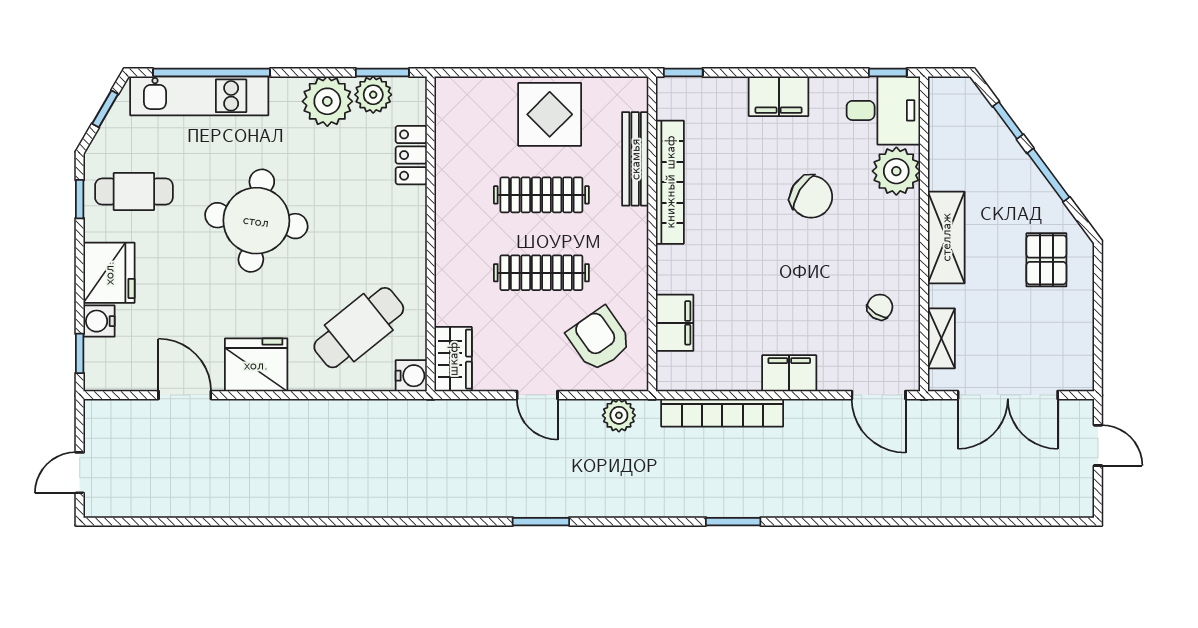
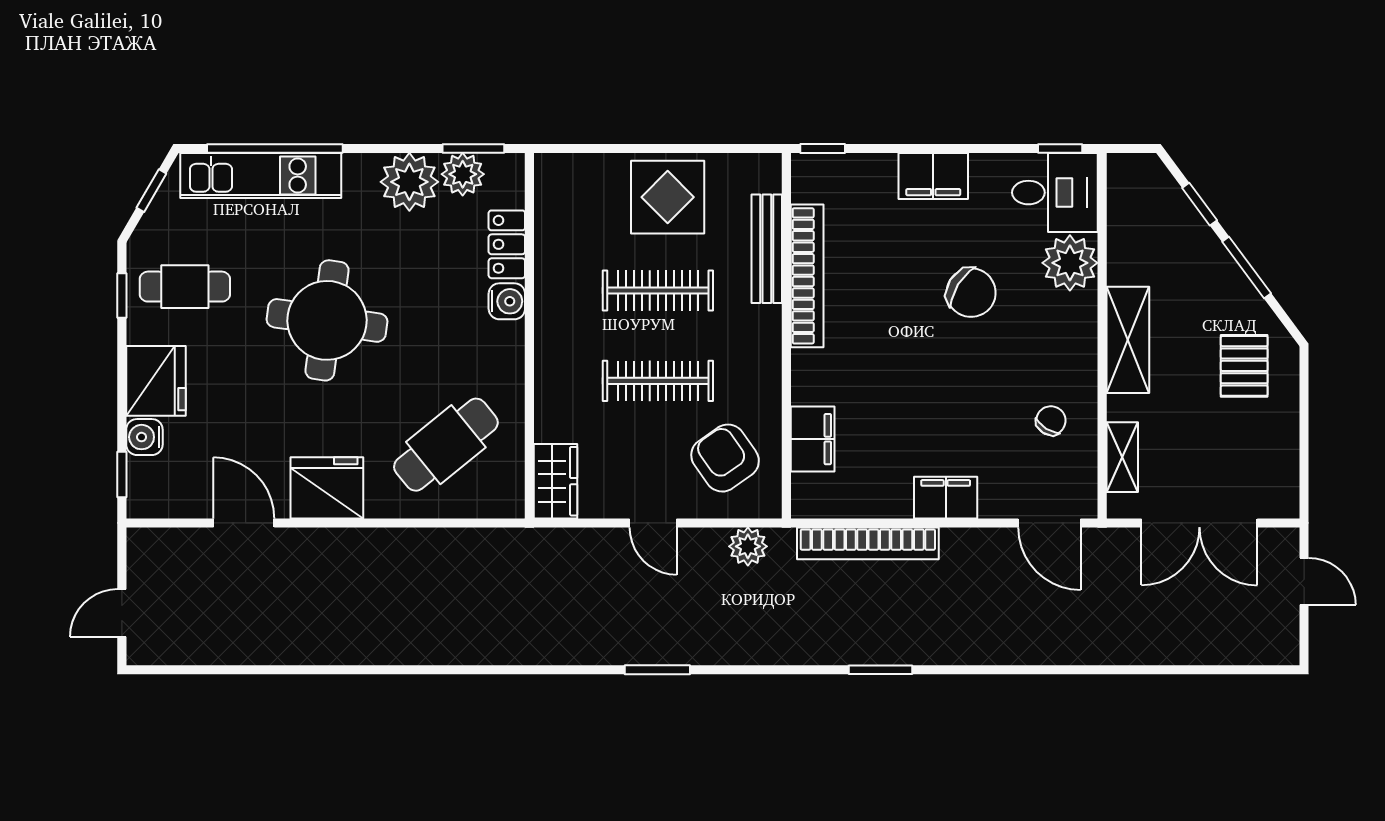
water cooler: (411, 376) -> (507, 301), moved

